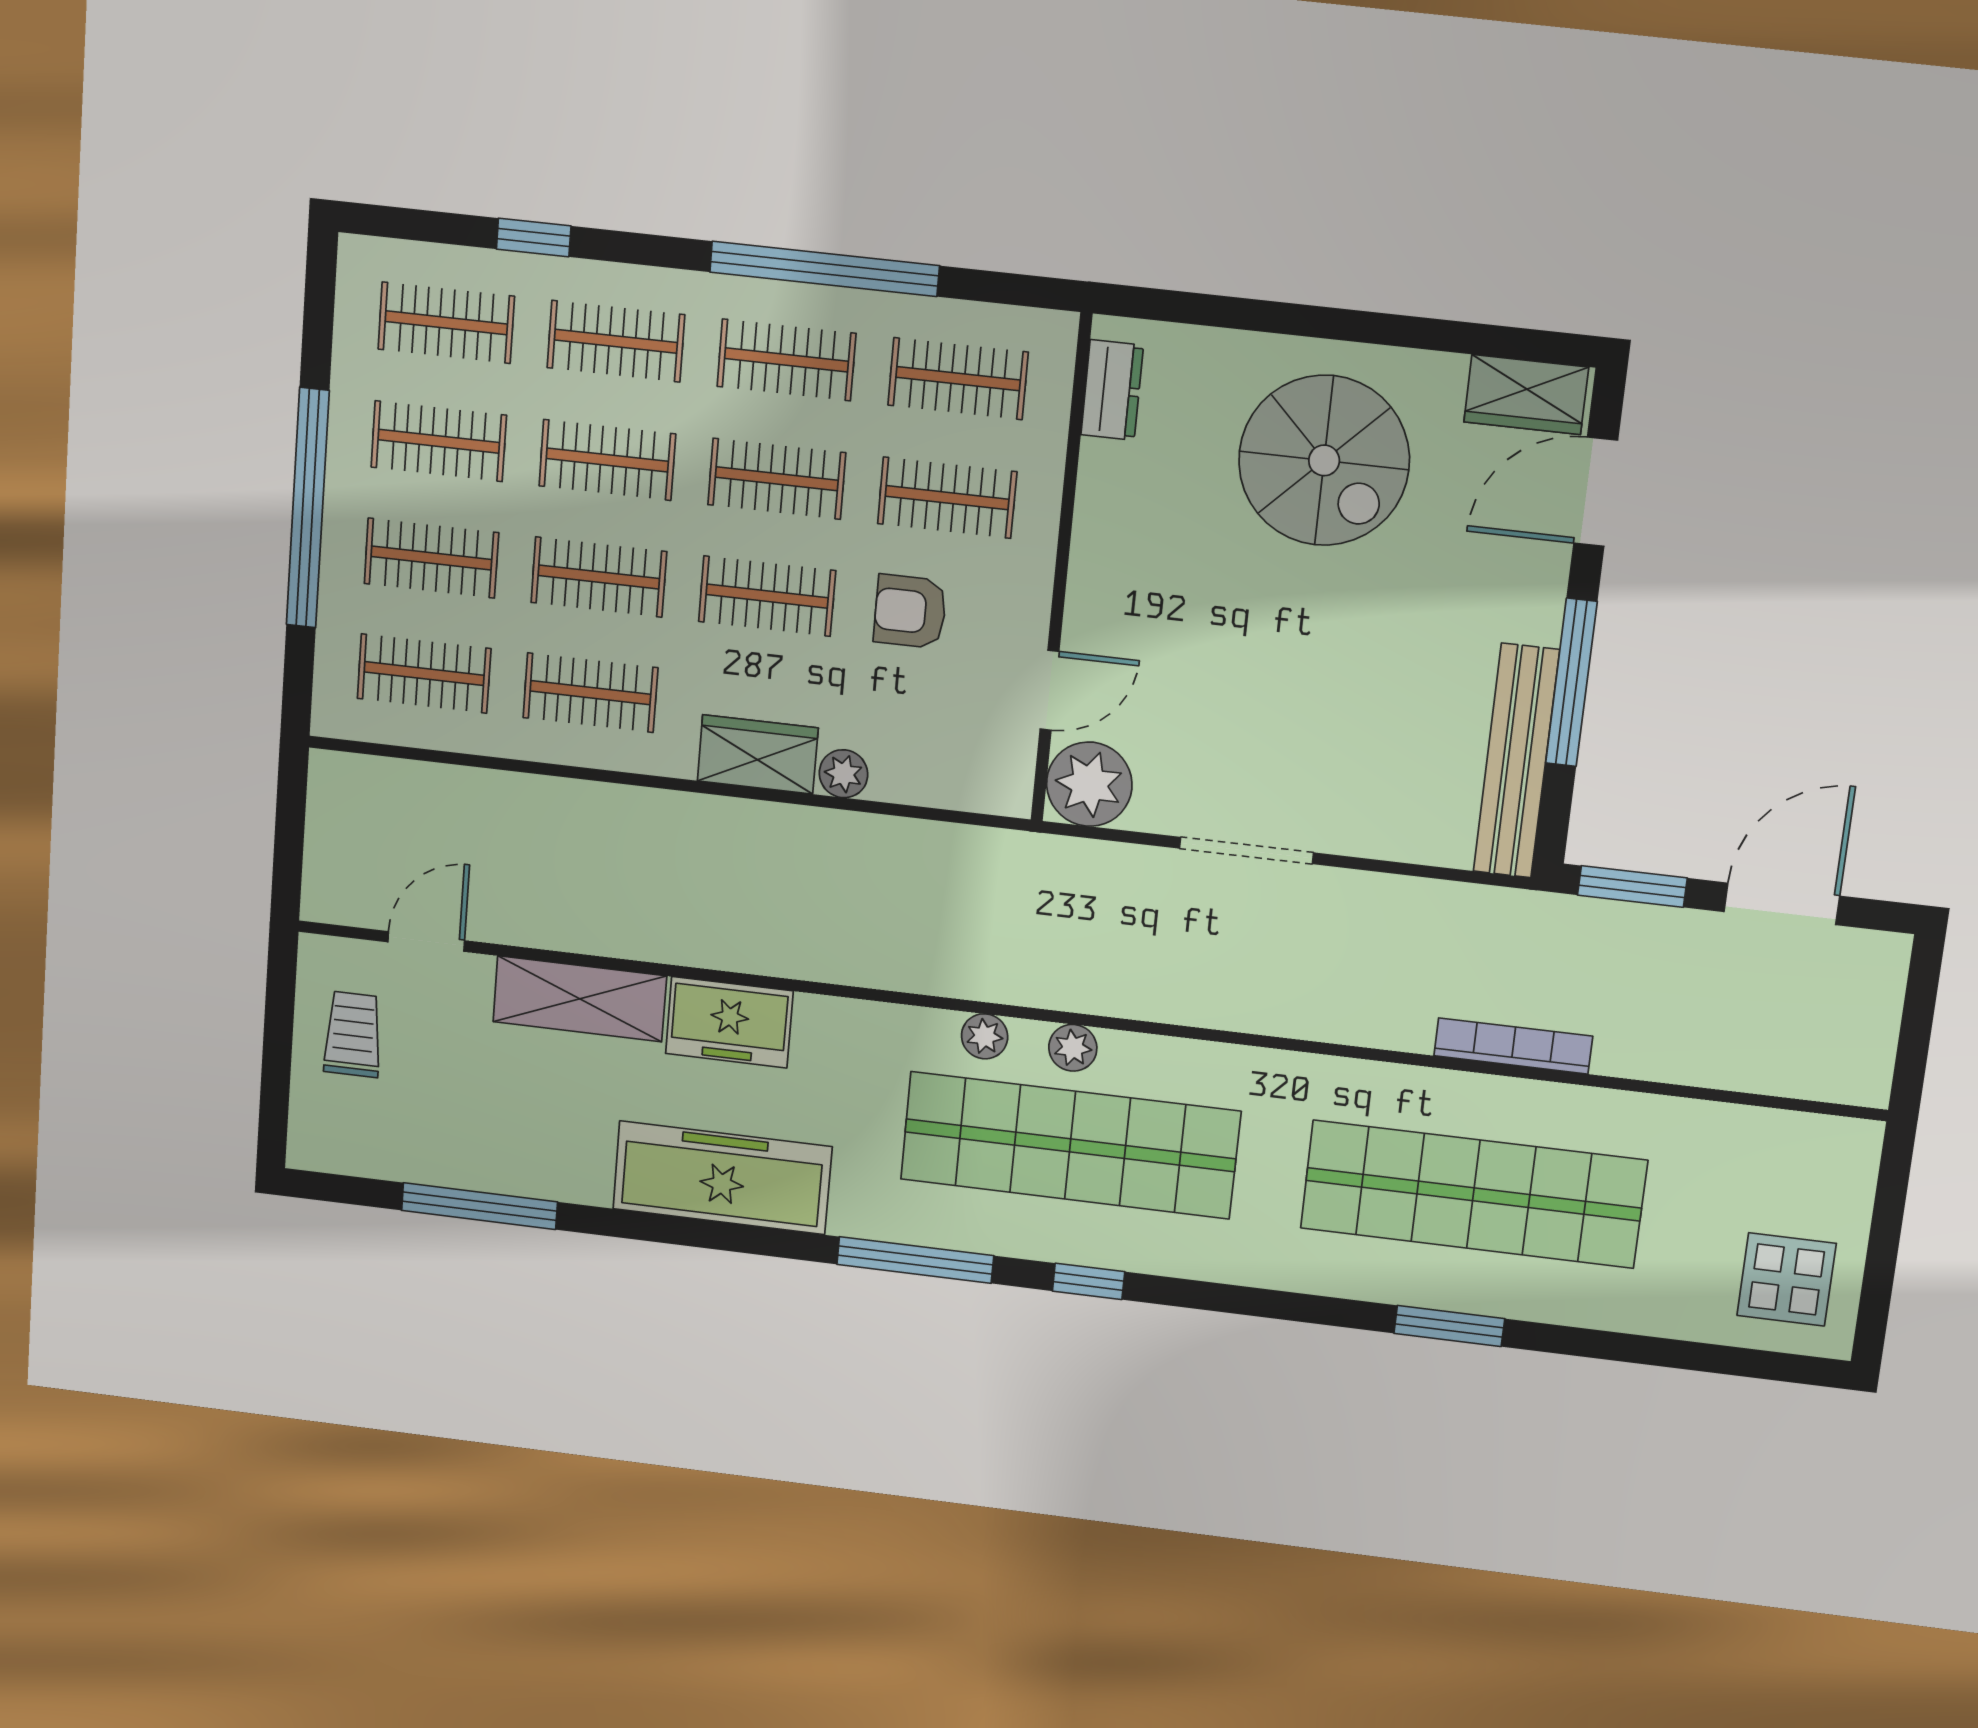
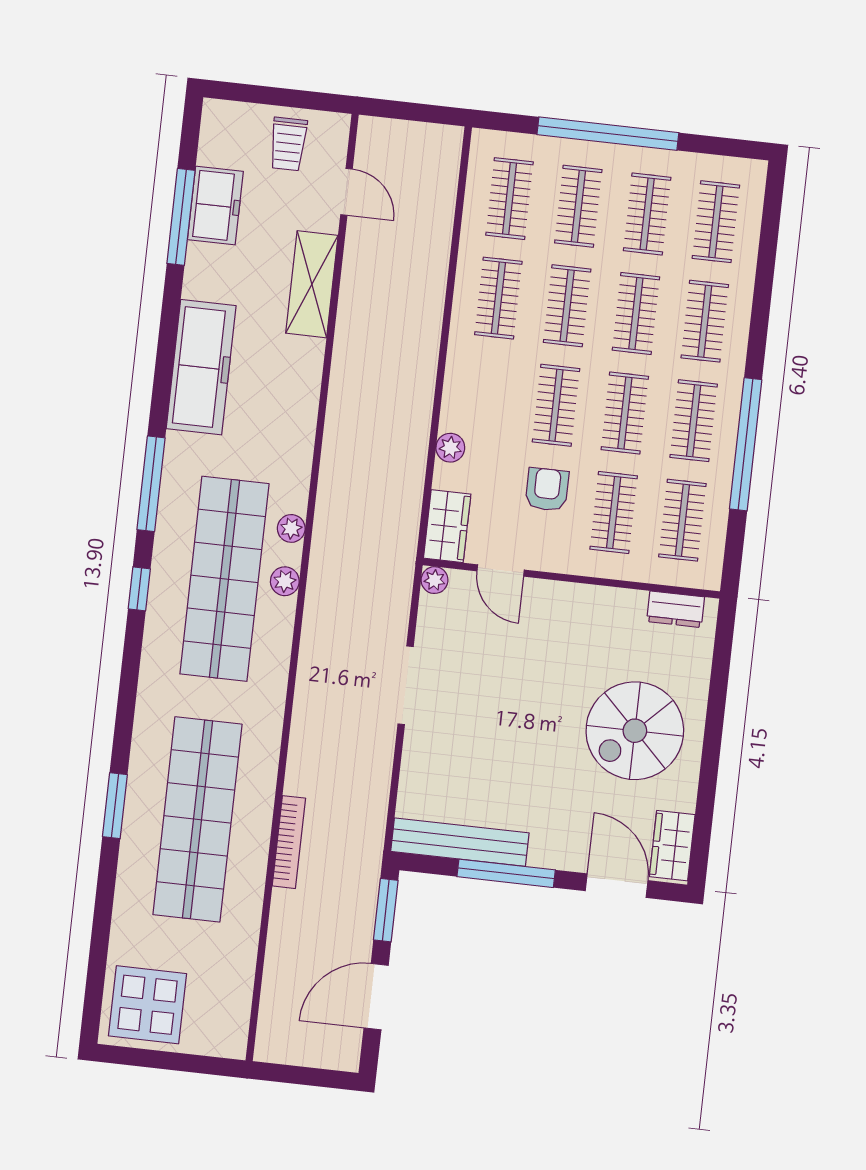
window: (534, 237) -> (765, 275), removed
wardrobe: (758, 754) -> (447, 526), moved
plant: (1089, 784) -> (434, 580), width x0.53, depth x0.53
door: (1782, 904) -> (376, 997), swing flipped
freezer: (729, 1022) -> (215, 206), moved, turned 180
trolley: (353, 1034) -> (288, 144), turned 90
display table: (1787, 1279) -> (147, 1005), width x1.36, depth x1.36

